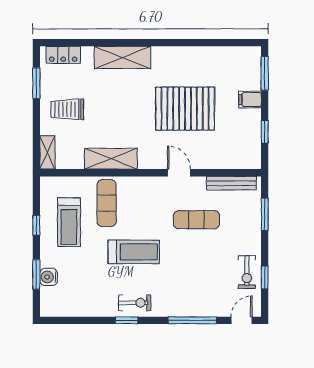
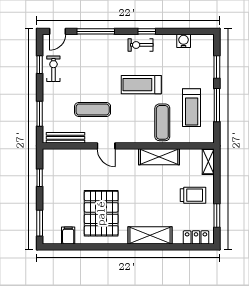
filing cabinet: (250, 100) -> (68, 235), moved, turned -90
pallet: (185, 109) -> (101, 213), moved, turned 90
treadmill: (69, 222) -> (192, 108), turned 180
window: (36, 225) -> (217, 105), width x2.17
water cooler: (49, 277) -> (184, 41), moved, turned -90

